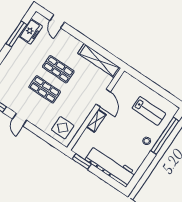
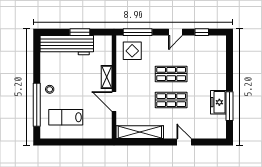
door: (57, 21) -> (184, 142), moved
freezer: (31, 31) -> (218, 102), moved
door: (19, 120) -> (175, 32), swing flipped
window: (49, 139) -> (138, 32), added
window: (82, 162) -> (80, 32), moved

